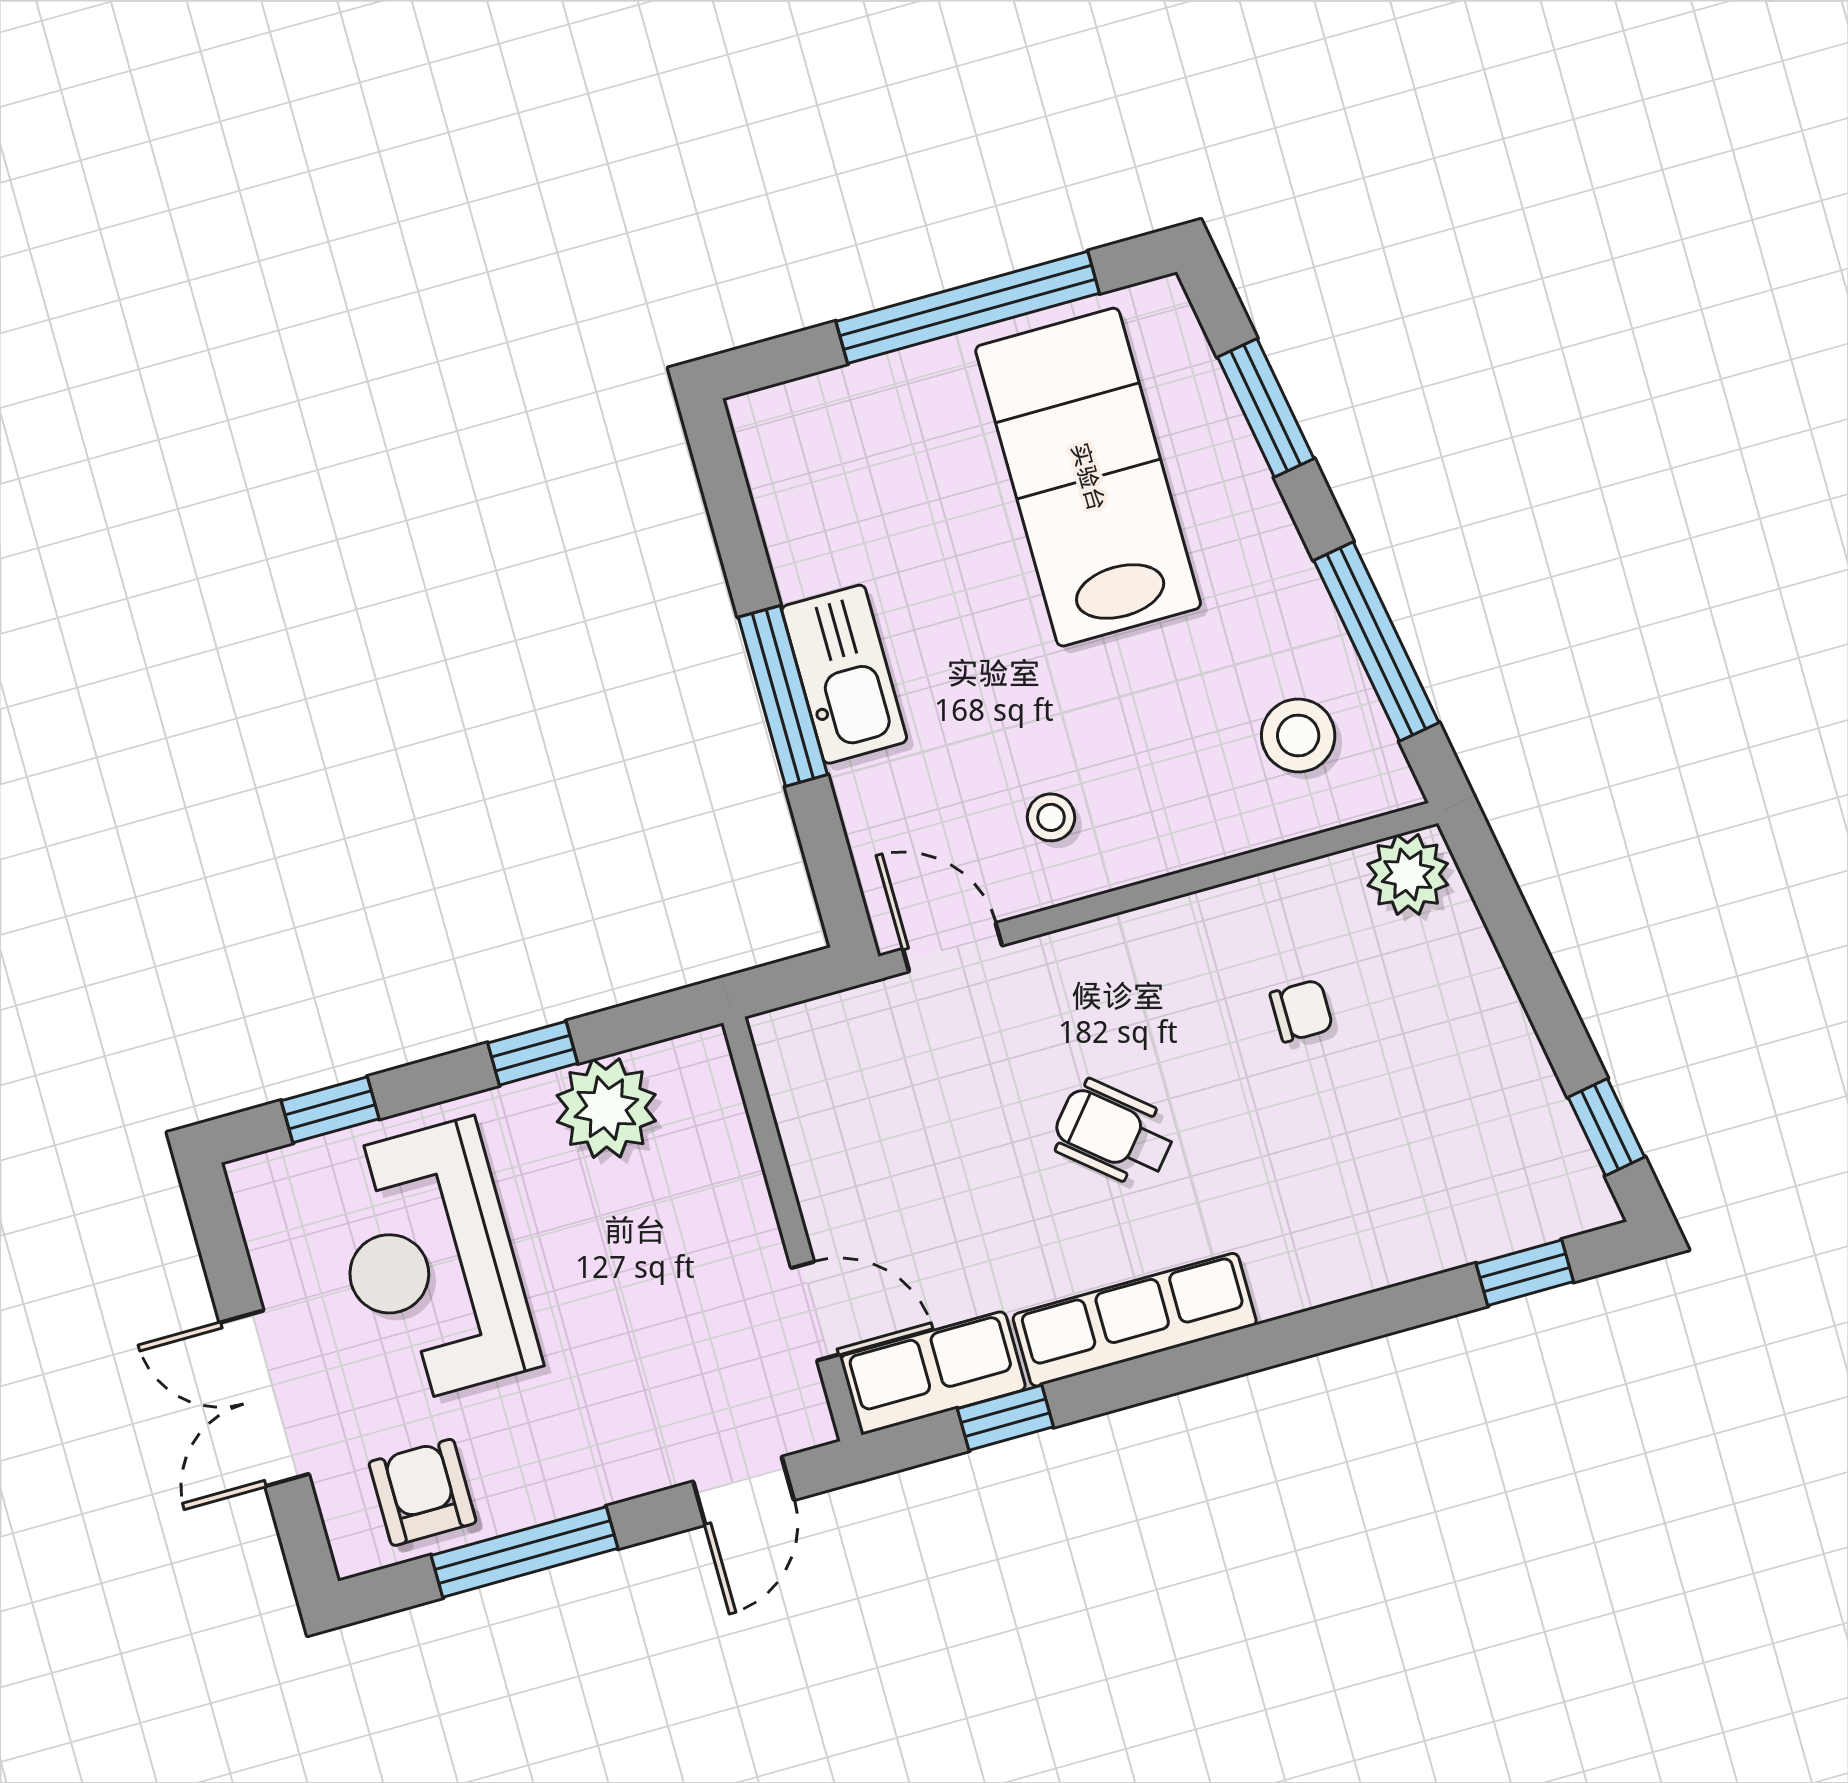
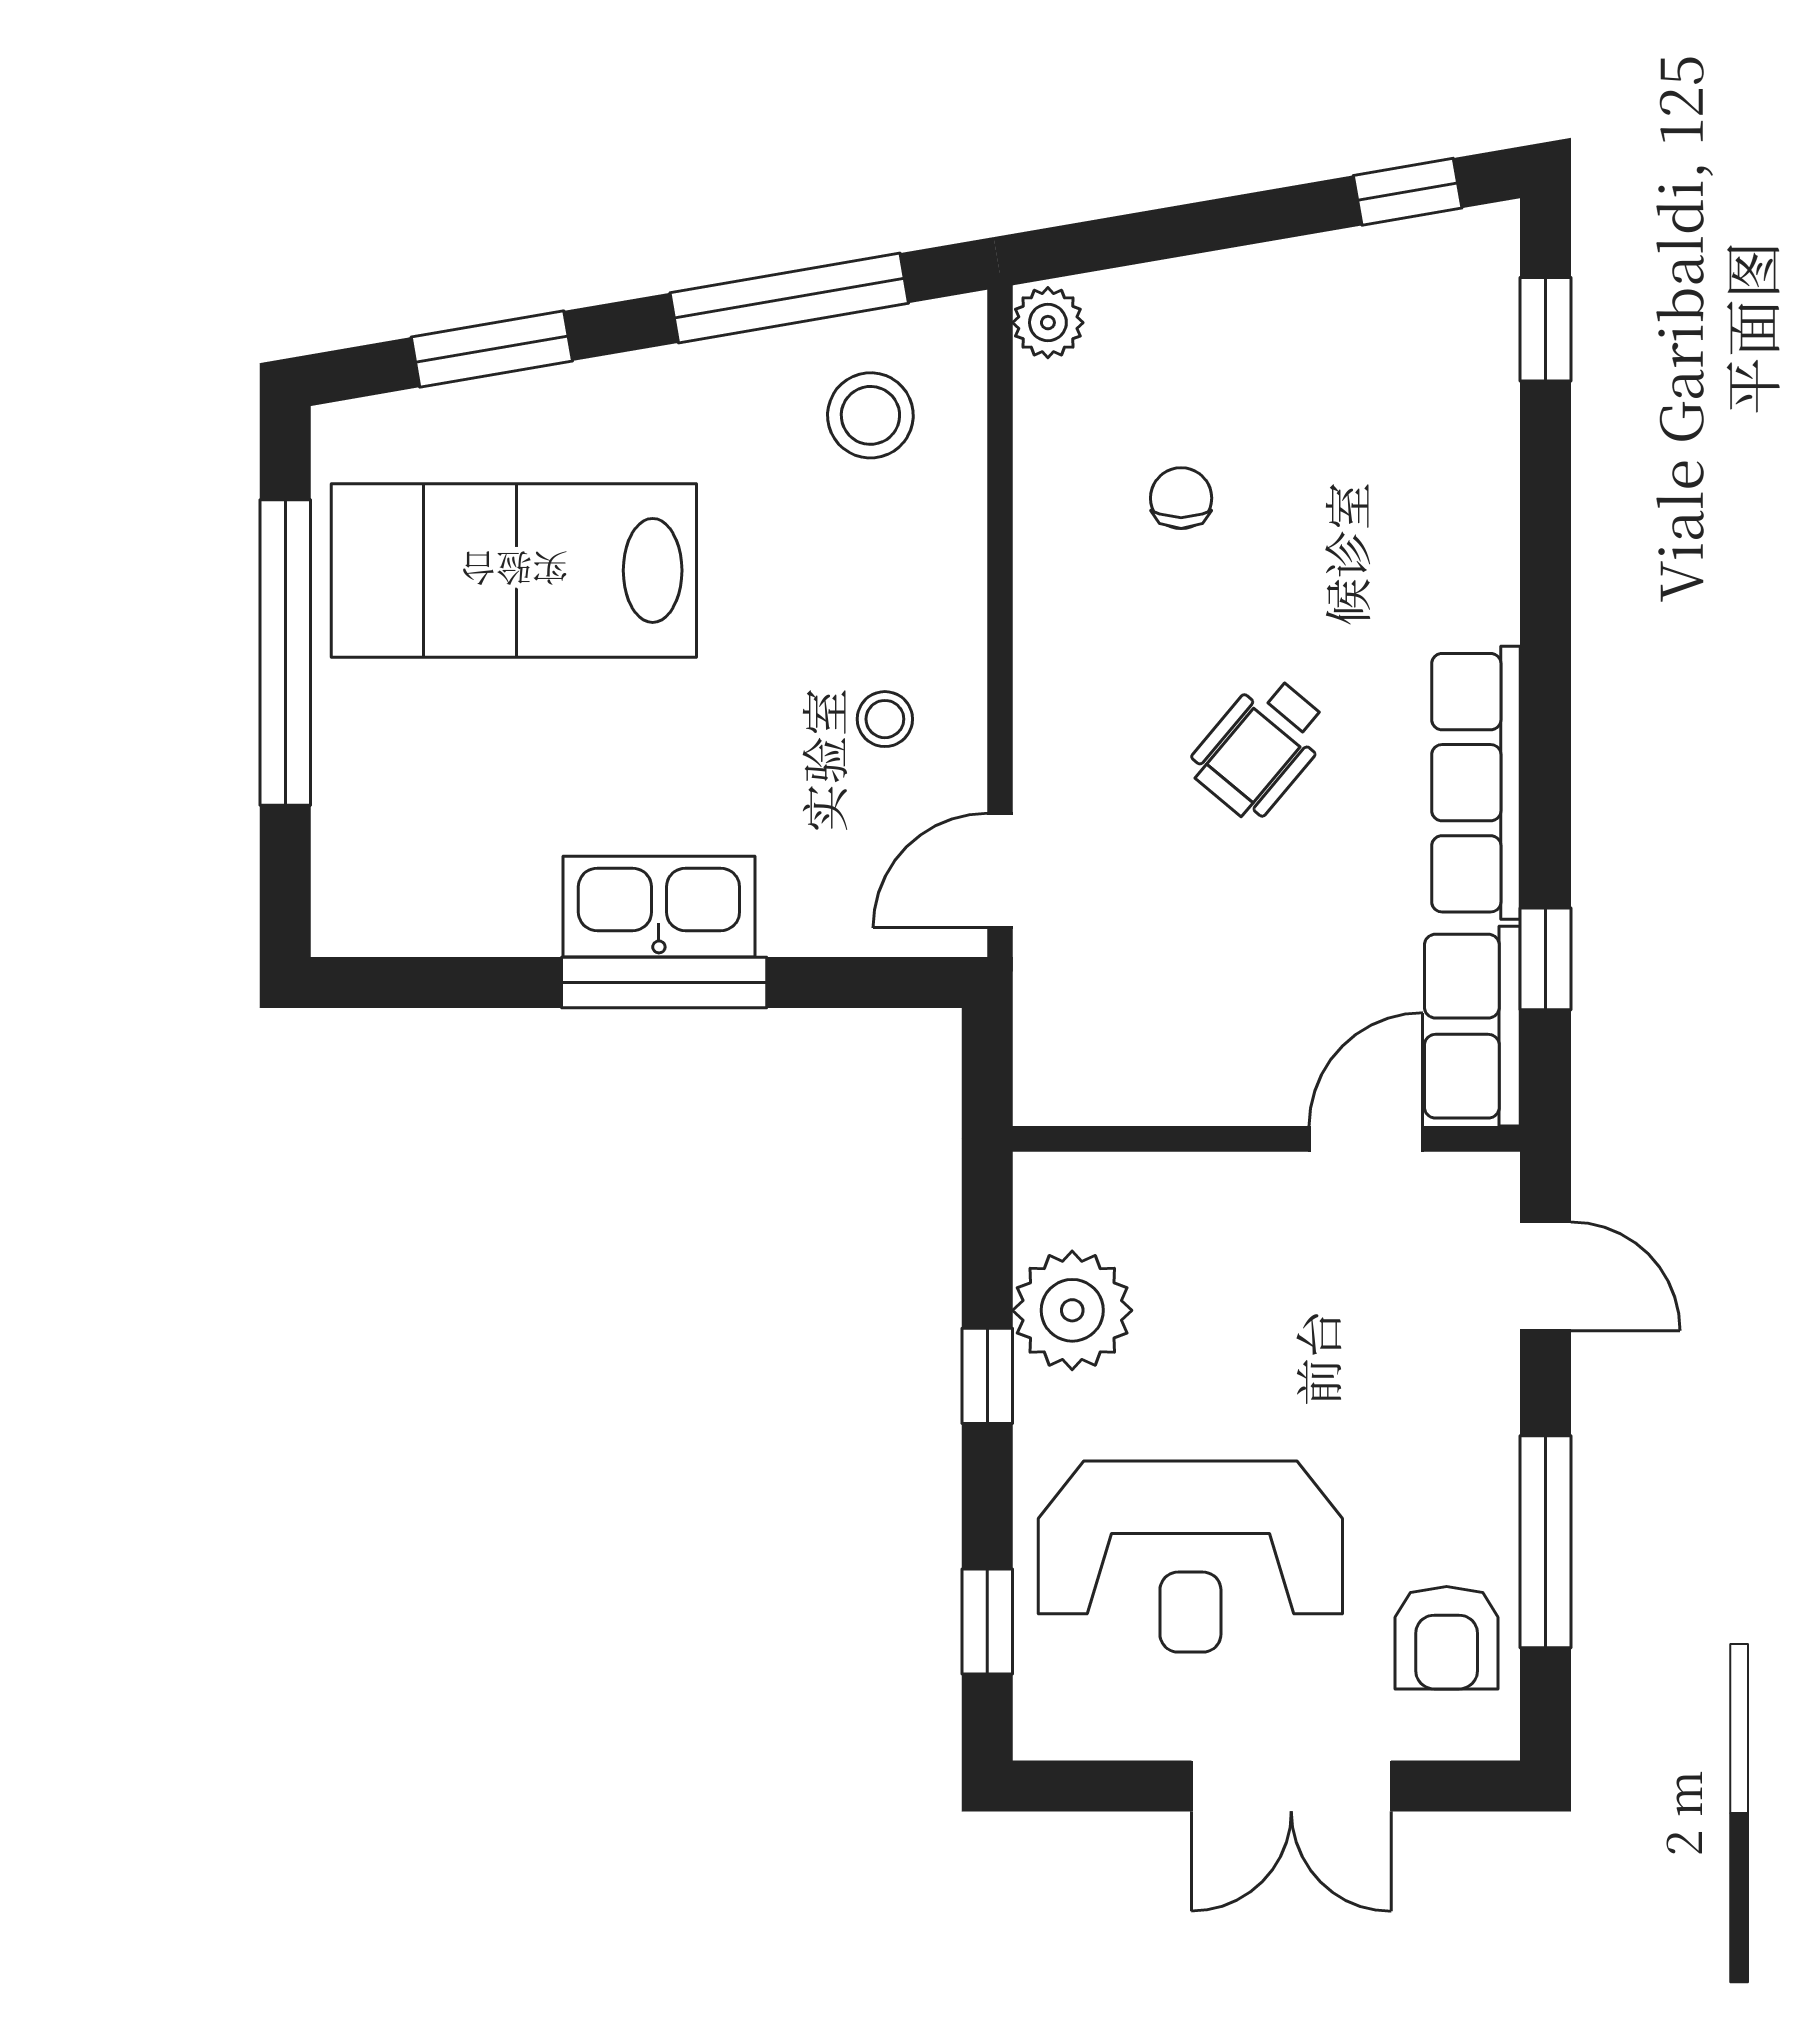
plant: (1408, 874) -> (1048, 323), width x0.73, depth x0.73
armchair: (422, 1492) -> (1447, 1638), turned -90

